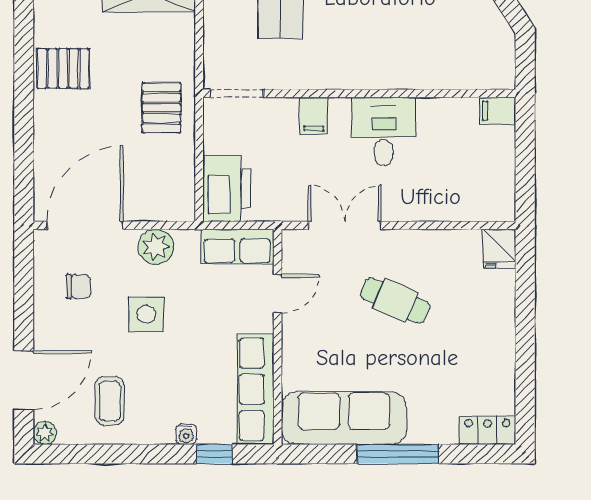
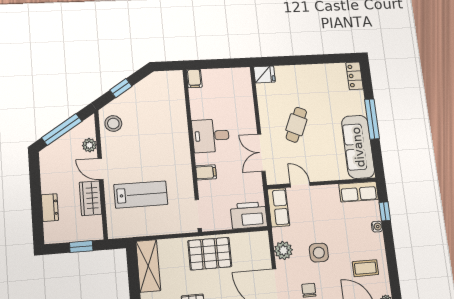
pallet: (161, 108) -> (210, 254), width x1.50, depth x1.42
row of seats: (256, 389) -> (359, 192), width x0.68

